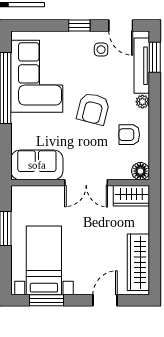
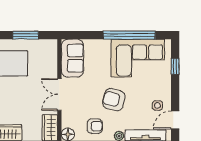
window: (79, 25) -> (175, 66), moved
armchair: (129, 135) -> (95, 126), turned 90

